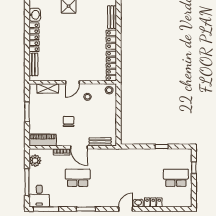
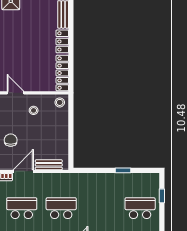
door: (72, 82) -> (15, 93), swing flipped
door: (79, 147) -> (23, 171), swing flipped
school desk: (110, 178) -> (61, 208), added

